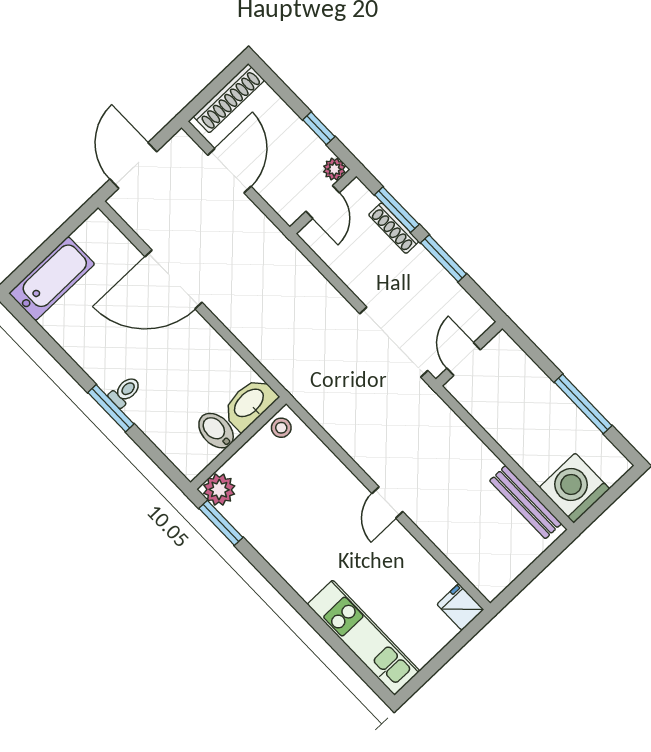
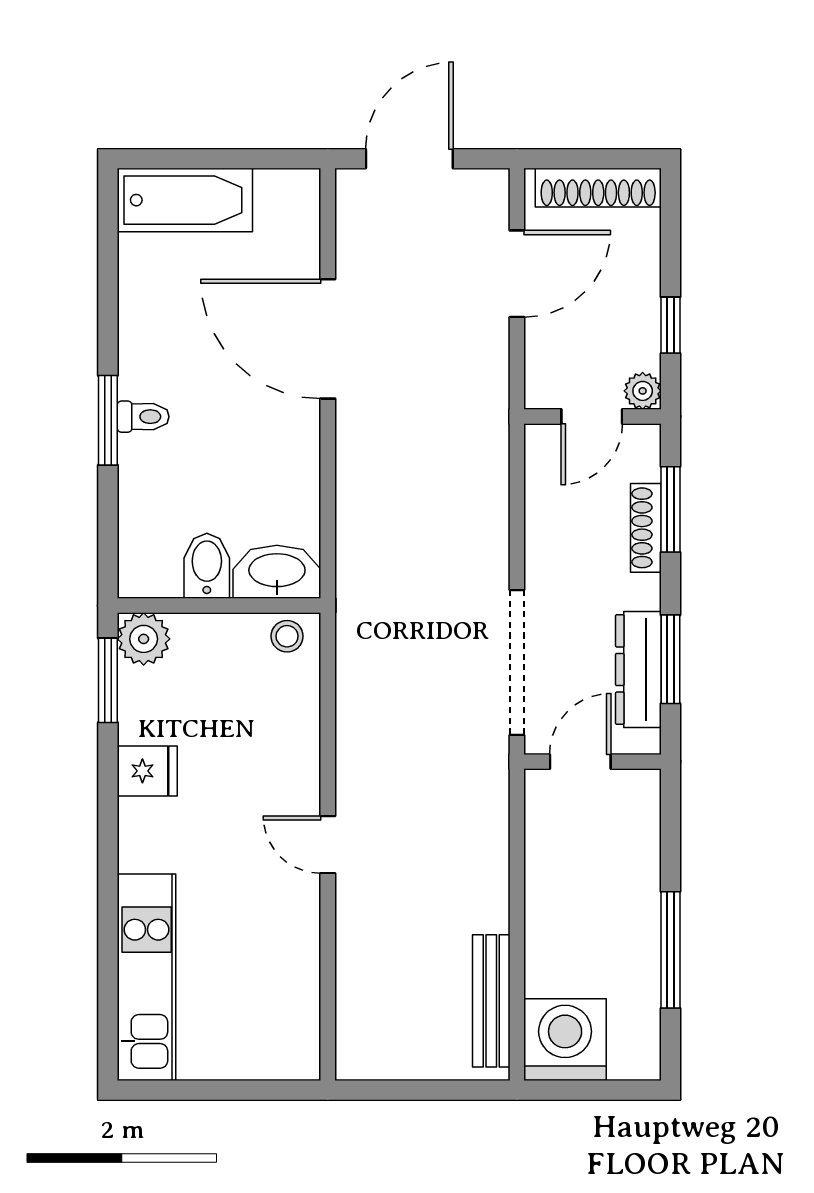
window: (444, 258) -> (671, 659), moved
dresser: (450, 294) -> (638, 670), added
door: (387, 502) -> (328, 845), hinge flipped
fridge: (460, 607) -> (147, 771), moved, turned 90

